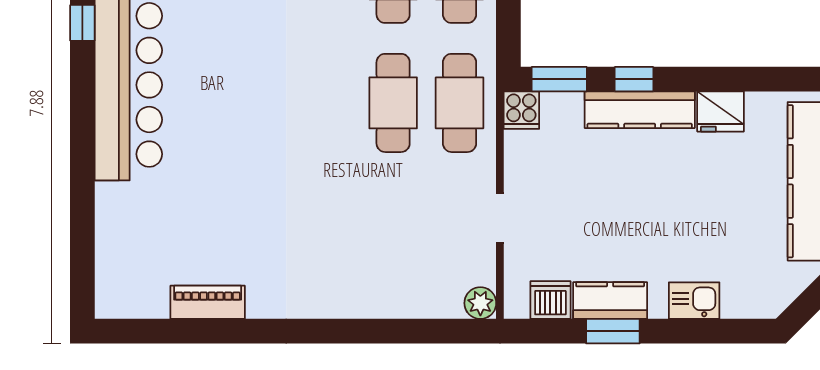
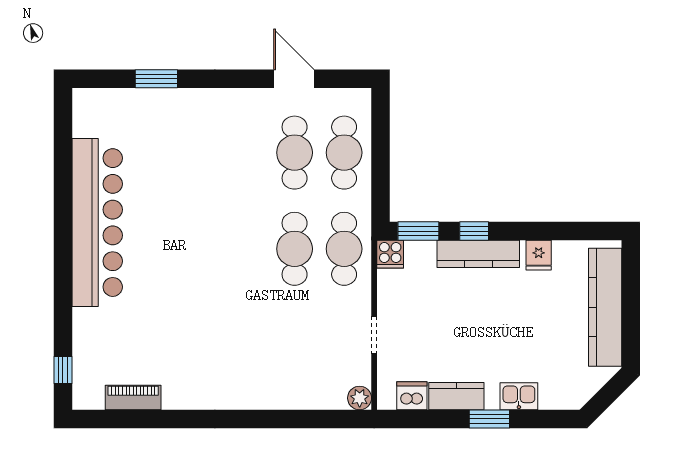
window: (82, 23) -> (63, 370), moved
fridge: (721, 111) -> (539, 255), width x0.72
piano: (208, 302) -> (133, 397), moved
window: (613, 331) -> (489, 419), moved

